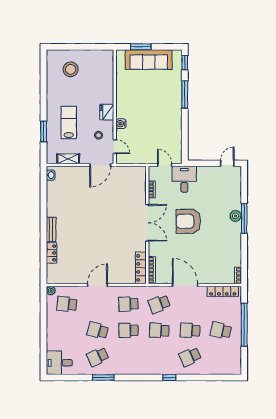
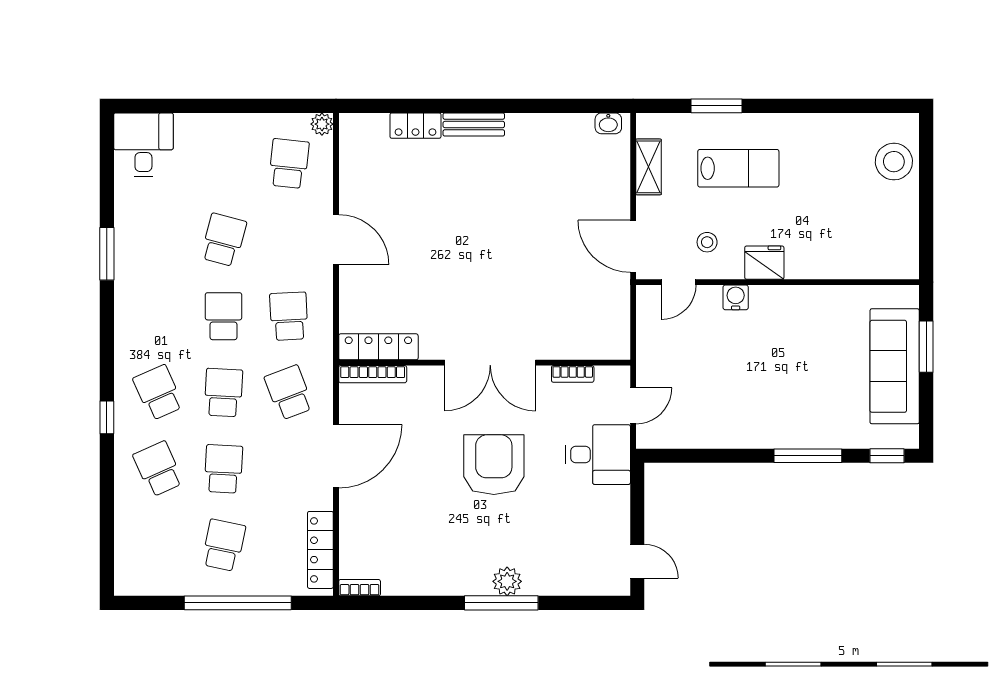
stool: (71, 69) -> (894, 162), moved
school desk: (98, 357) -> (158, 393), moved

